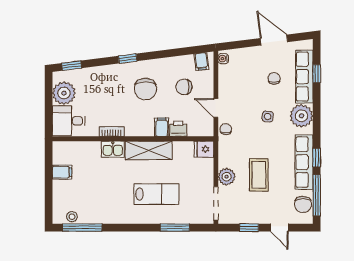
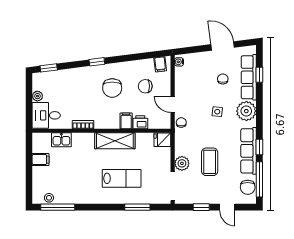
plant: (64, 93) -> (37, 96), width x0.53, depth x0.53
kitchen sink: (113, 149) -> (61, 140), moved

